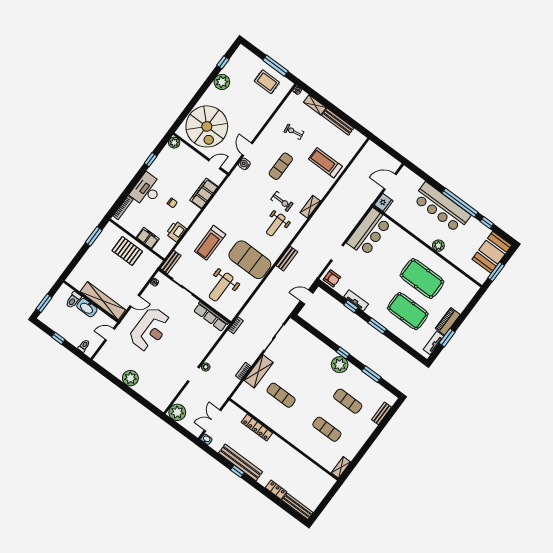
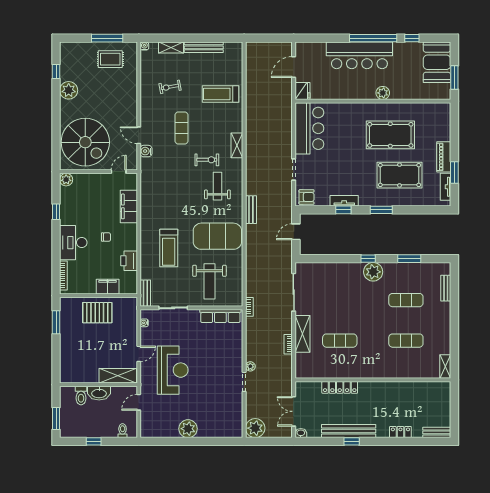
weight bench: (276, 225) -> (217, 186), turned 180
shelving: (103, 301) -> (118, 376), width x0.68
bench: (297, 506) -> (437, 432), width x0.73

